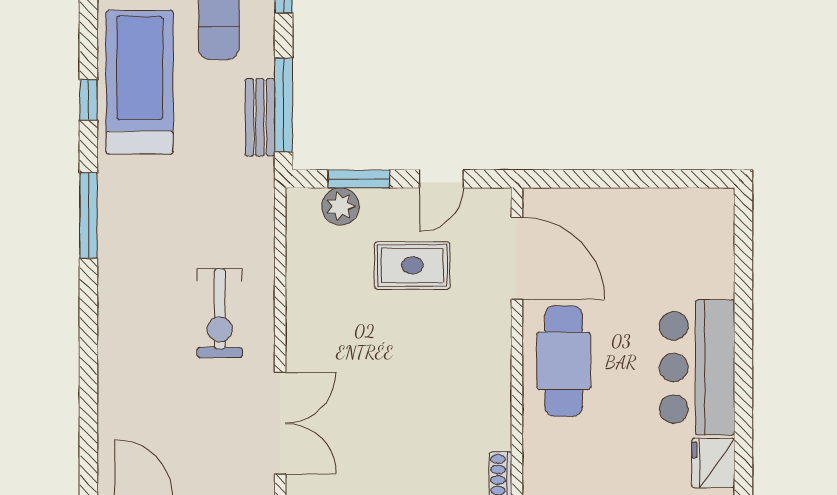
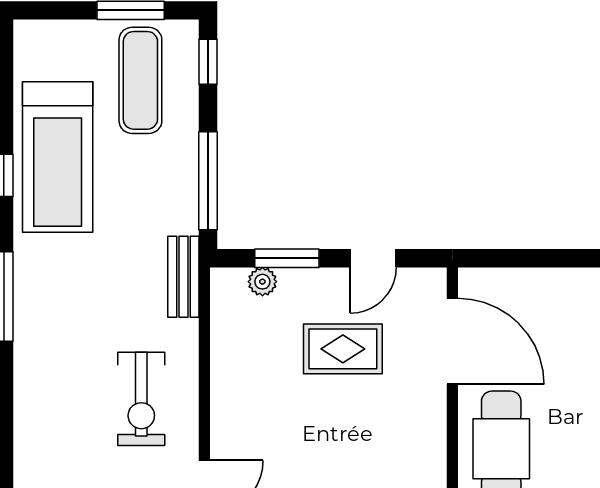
treadmill: (140, 82) -> (58, 157), turned 180
bench: (260, 117) -> (183, 277), moved
plant: (341, 206) -> (262, 282), width x0.73, depth x0.73

